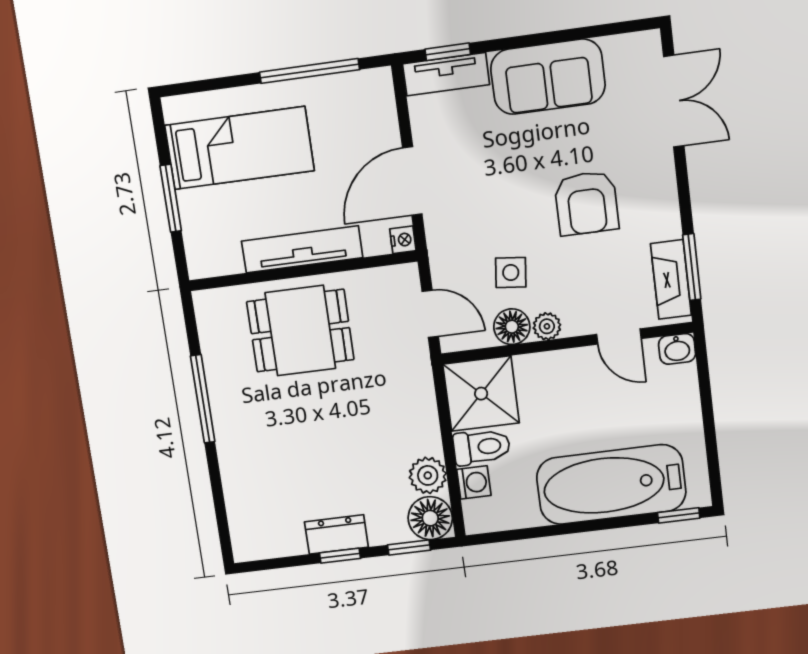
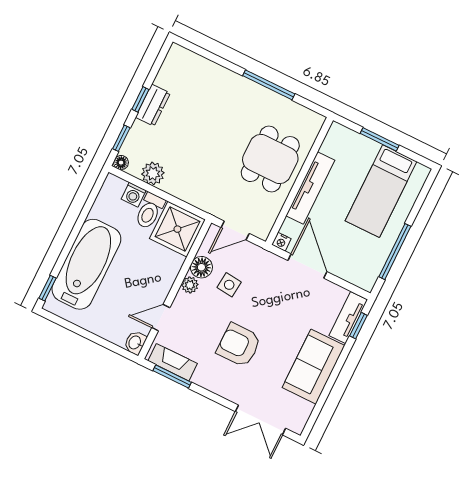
floor lamp: (430, 518) -> (121, 163), width x0.53, depth x0.53

